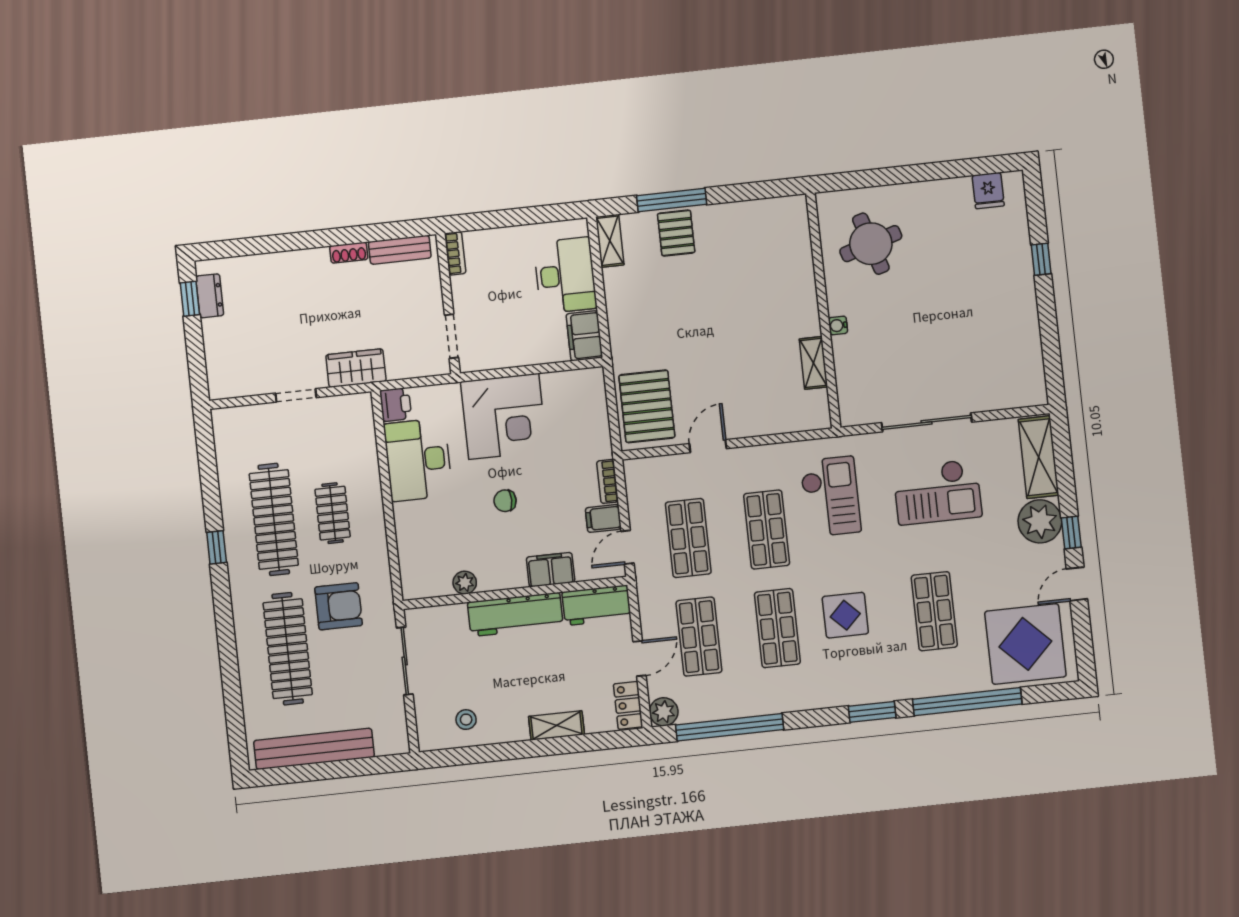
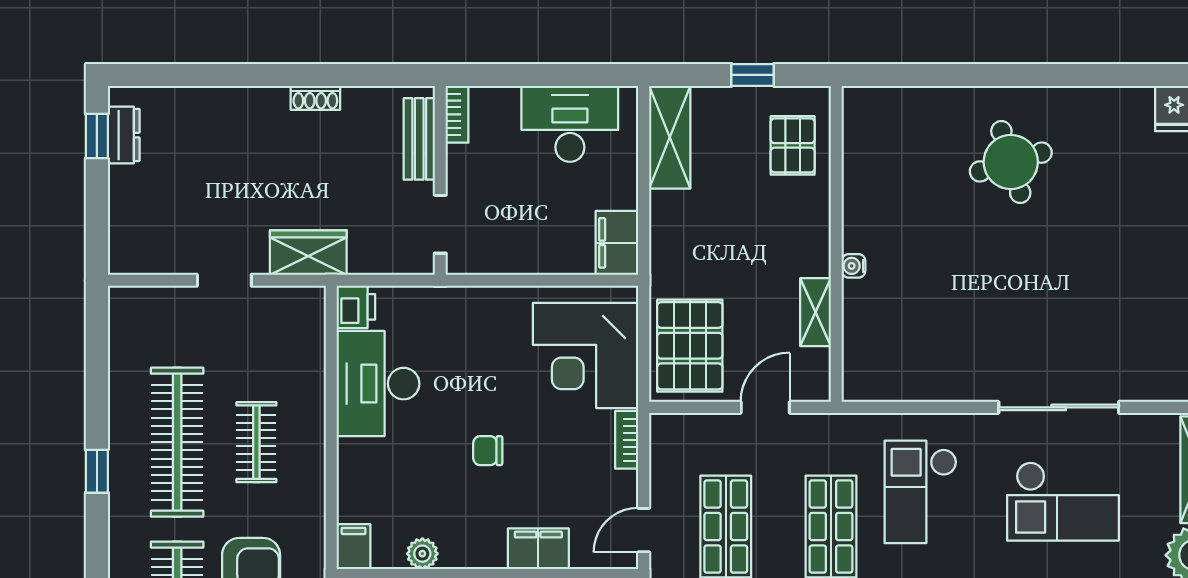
window: (672, 200) -> (753, 75), width x0.46
pallet: (676, 233) -> (793, 145), moved
shelving: (610, 241) -> (670, 137), width x1.50, depth x1.33
bench: (400, 250) -> (419, 139), moved, turned 90
desk: (565, 275) -> (570, 124), moved, turned -90
wall: (823, 310) -> (836, 244), moved
water cooler: (838, 325) -> (854, 266), moved
shelving: (813, 363) -> (815, 312), moved
corner desk: (504, 416) -> (586, 355), moved, turned 90
checkout: (830, 497) -> (921, 492), turned 180
filing cabinet: (603, 518) -> (353, 547), moved, turned 90

